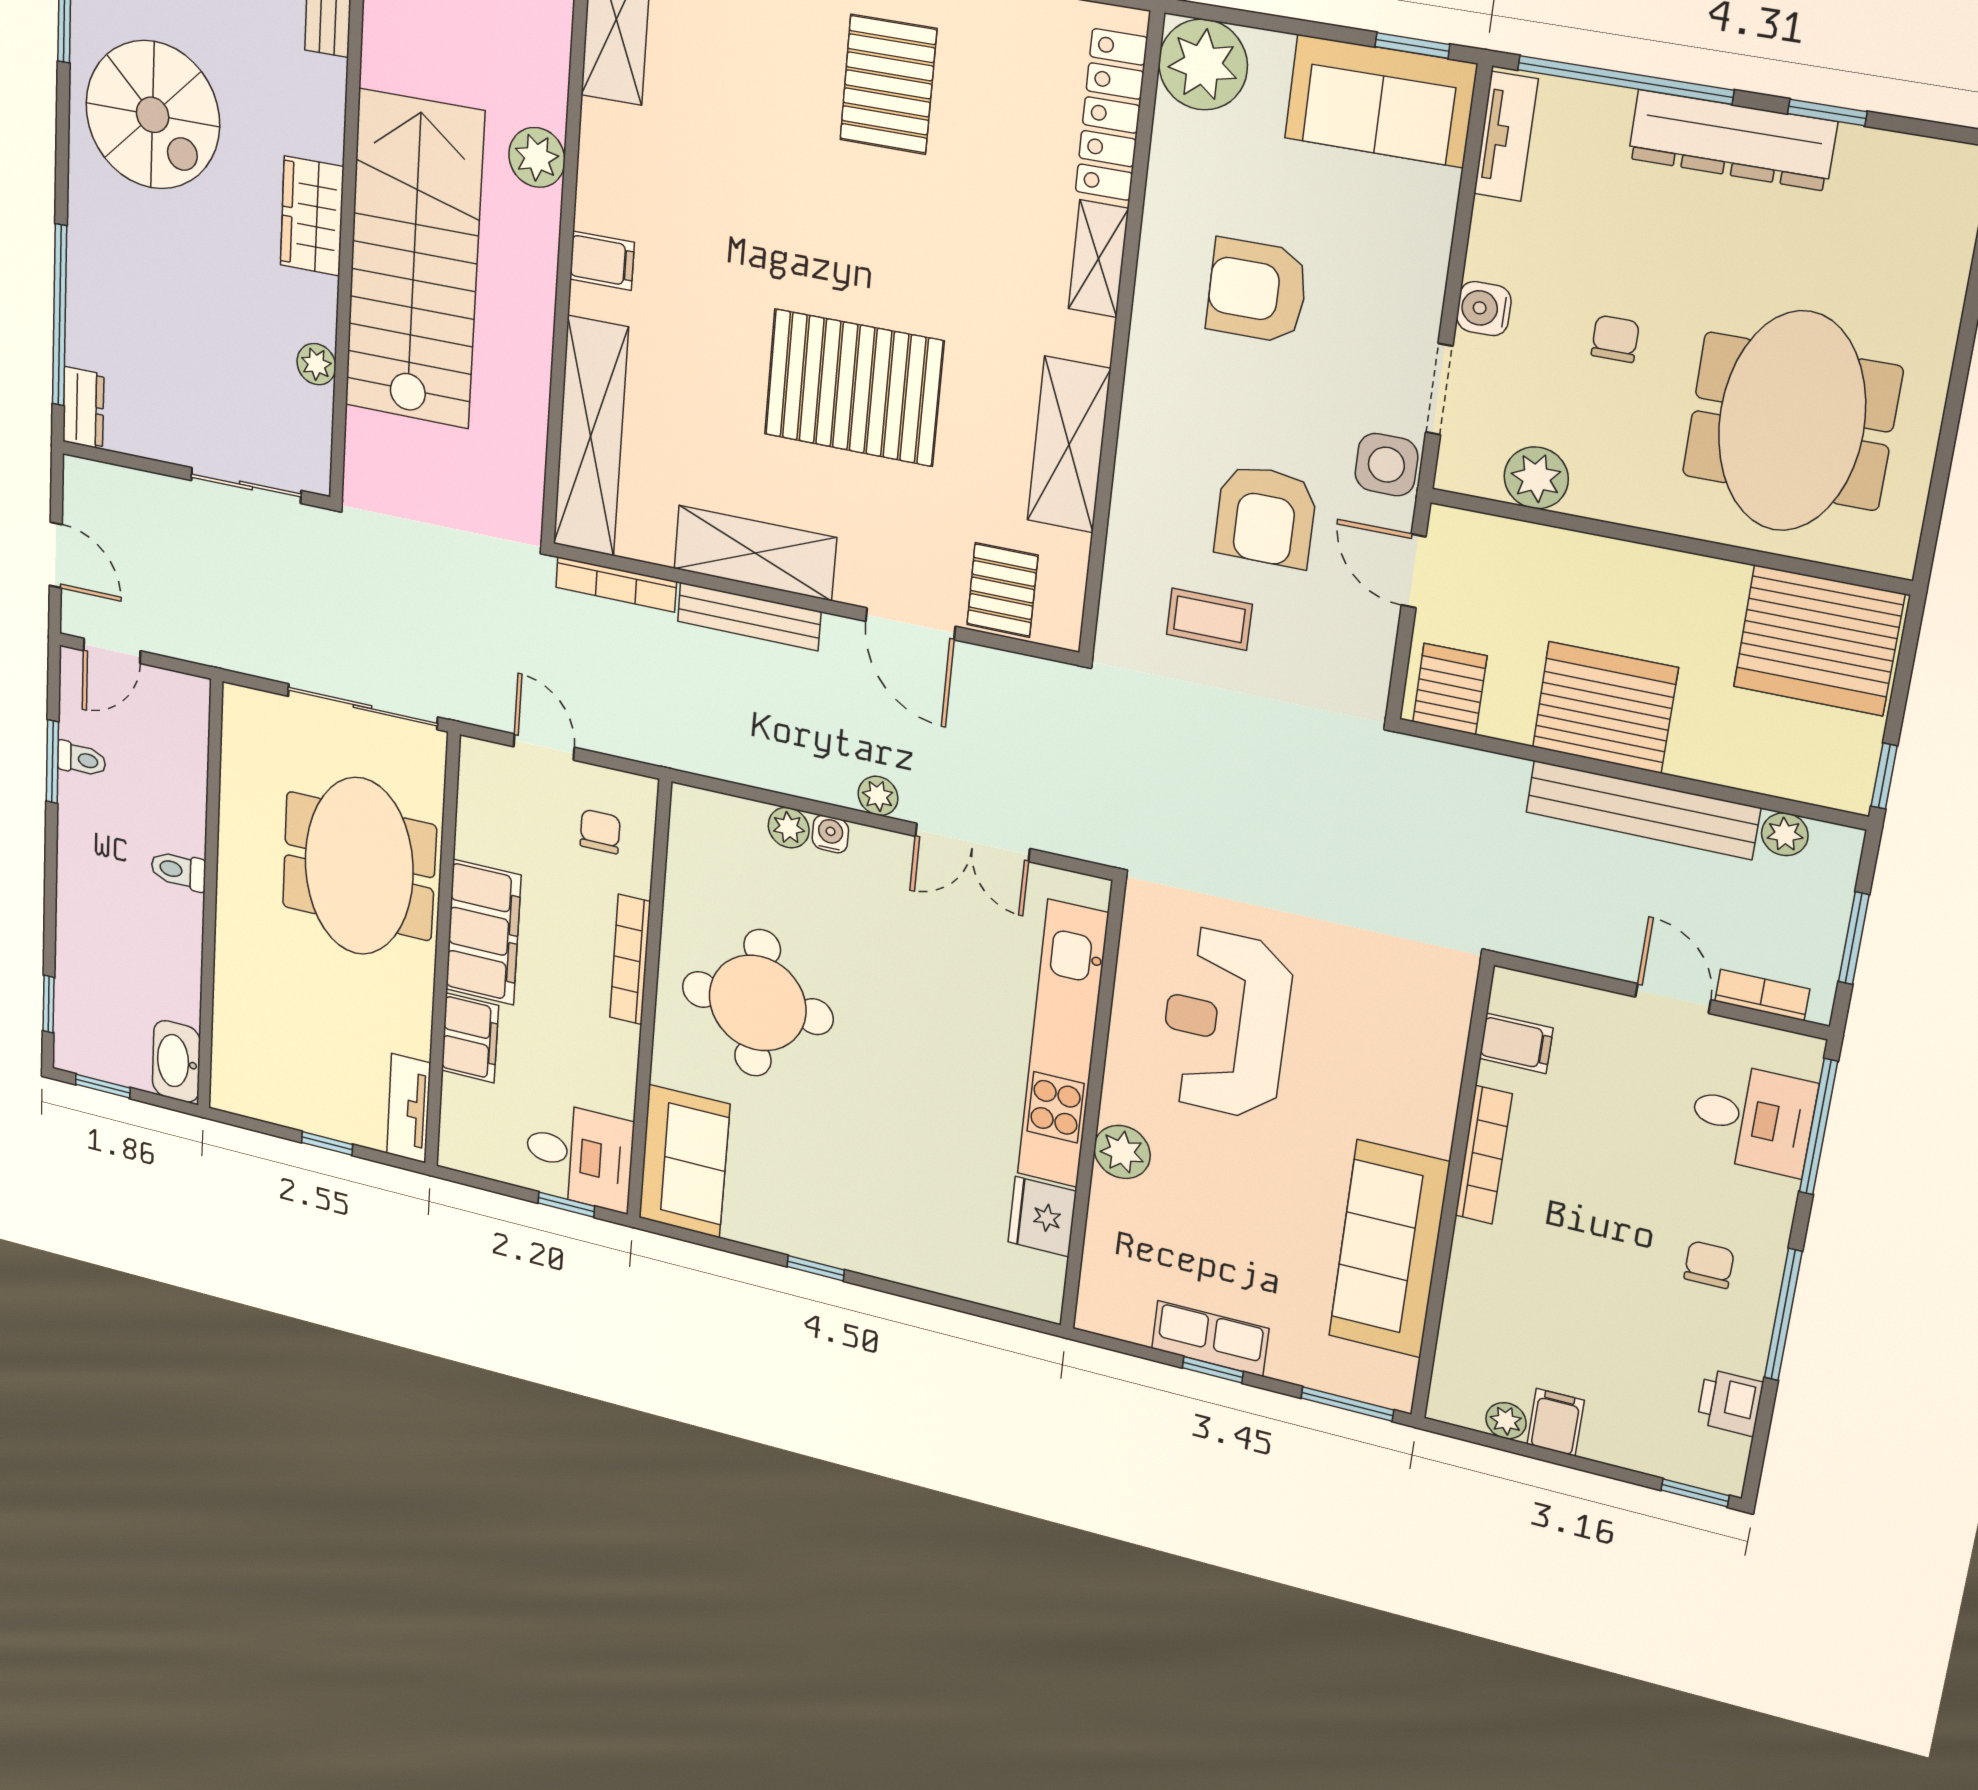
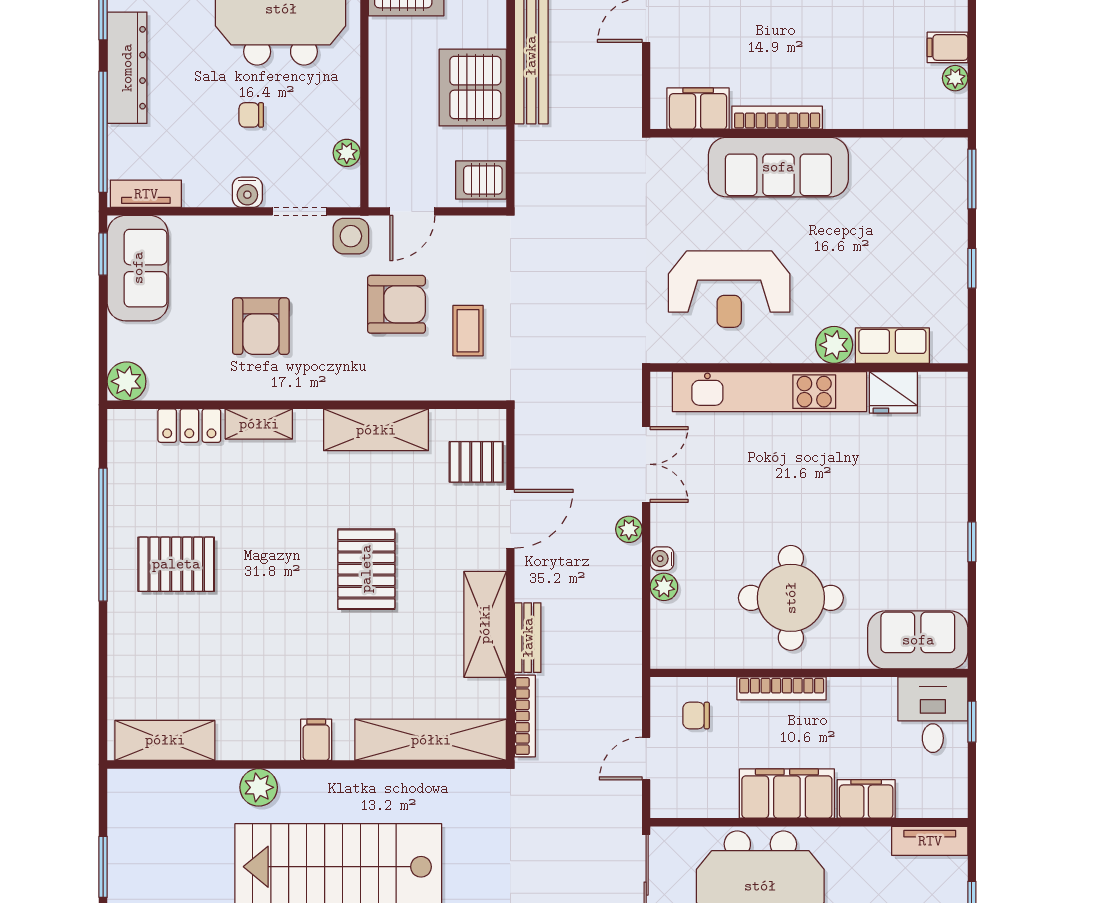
plant: (1203, 65) -> (127, 381), width x0.73, depth x0.73
locker: (1111, 115) -> (189, 426), width x0.66
pallet: (854, 388) -> (366, 569), width x0.73, depth x0.71
plant: (1536, 478) -> (347, 153), width x0.73, depth x0.73
bench: (749, 617) -> (528, 638), width x0.73
filing cabinet: (1516, 1043) -> (698, 109), width x2.00
sofa: (1389, 1249) -> (778, 167), moved
row of seats: (1210, 1338) -> (892, 346), moved, turned 90

